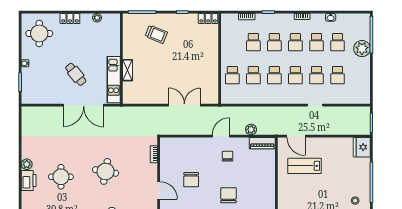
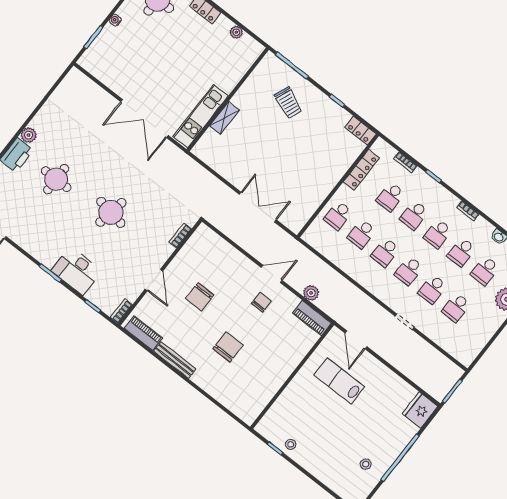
locker: (226, 40) -> (361, 170), added
cafe table: (76, 74) -> (163, 77), removed

